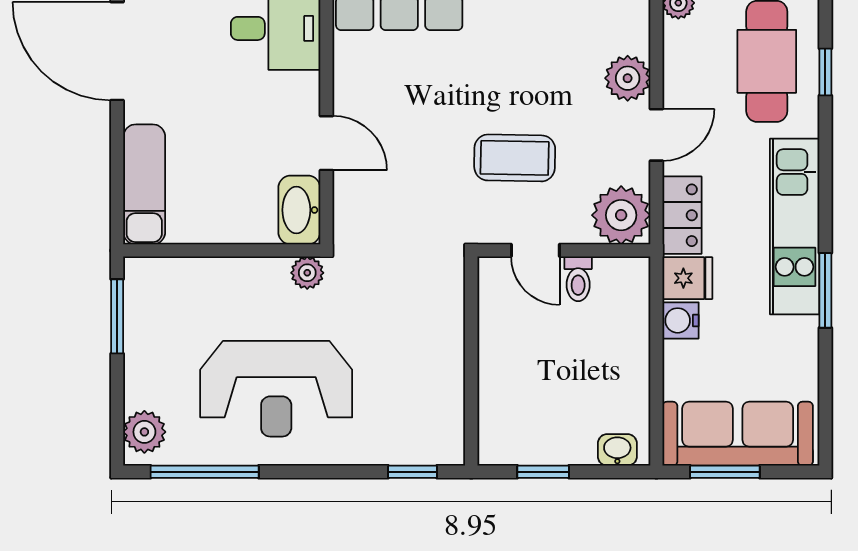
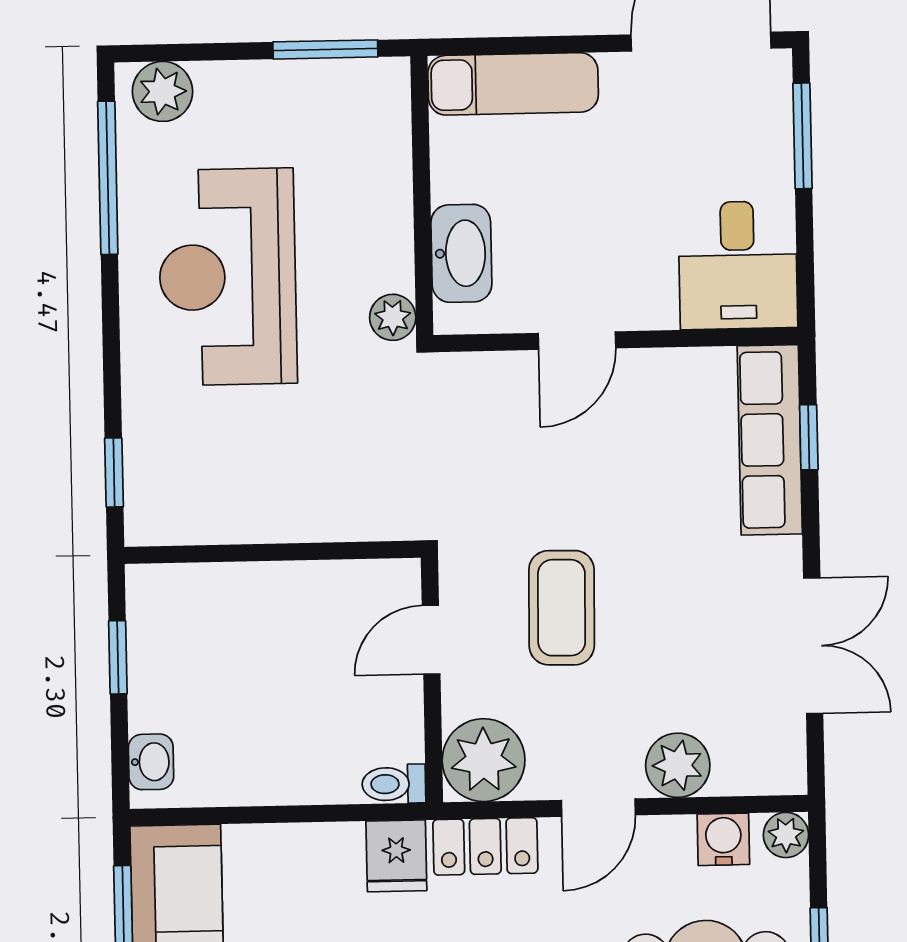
door: (656, 135) -> (598, 808), hinge flipped
washbasin: (299, 210) -> (461, 253), moved, turned 90
toilet: (578, 279) -> (394, 784), moved
water cooler: (680, 320) -> (723, 839), moved

